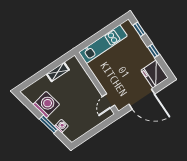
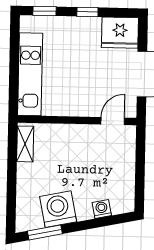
shelving: (58, 72) -> (25, 144), moved
door: (109, 101) -> (113, 121), swing flipped
window: (49, 124) -> (45, 232), moved

